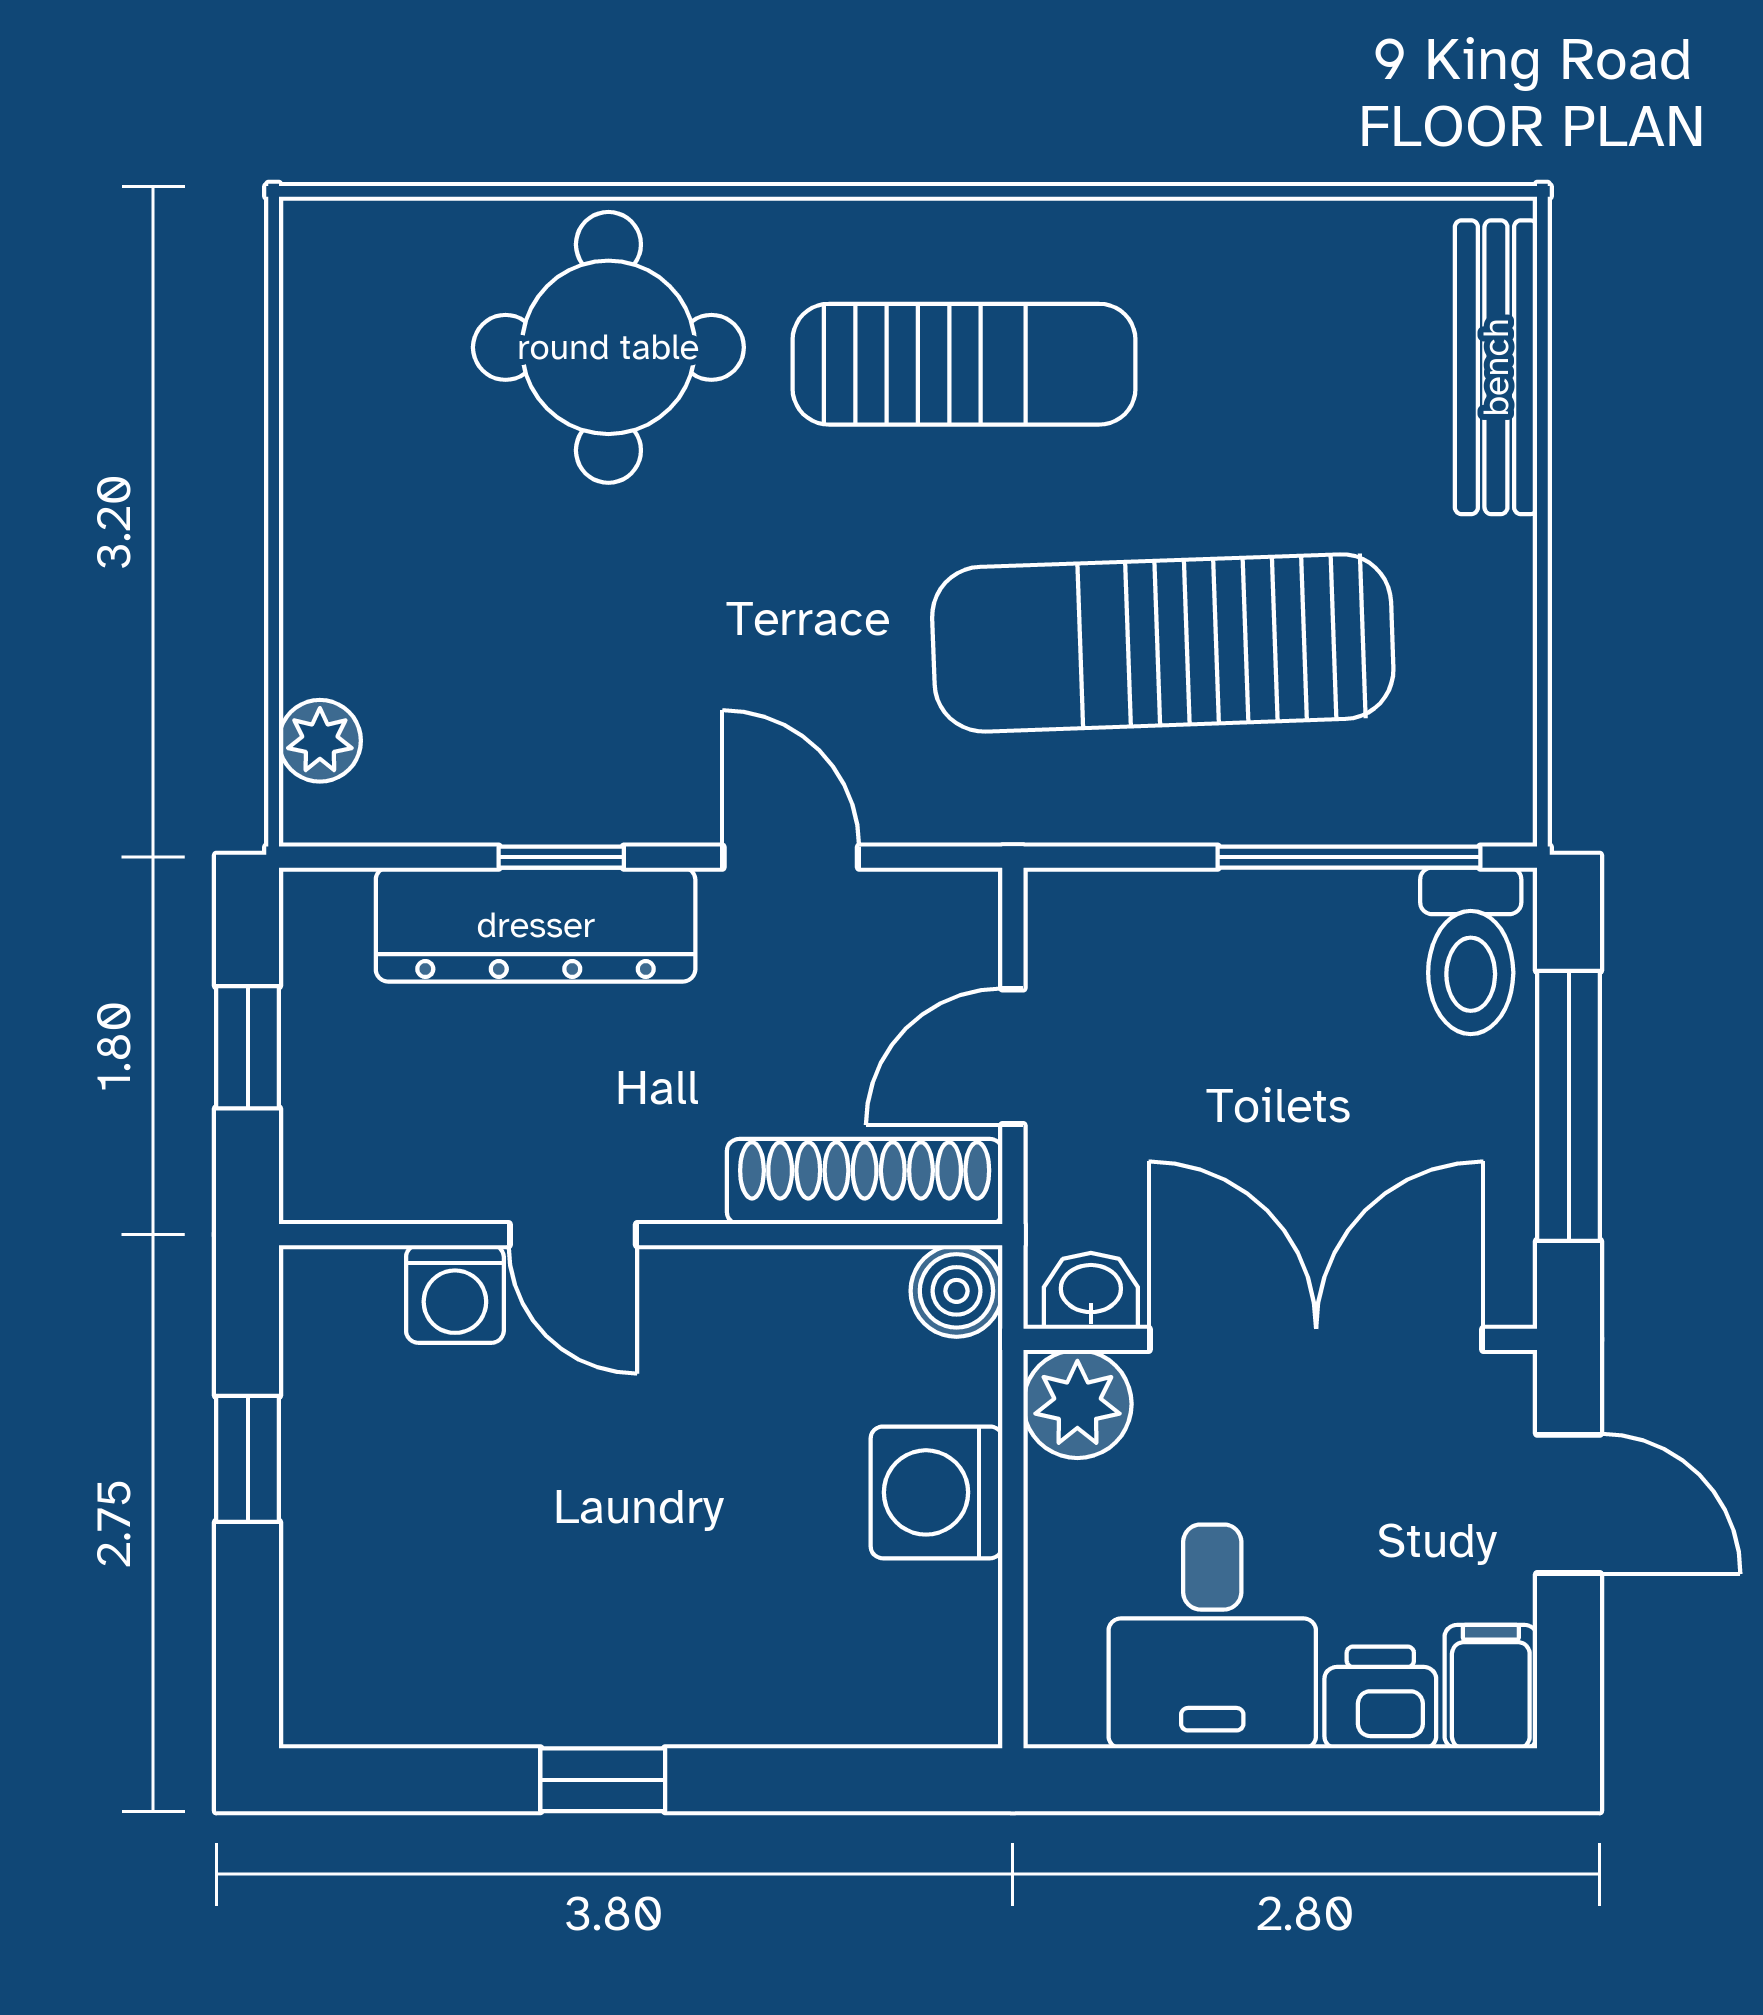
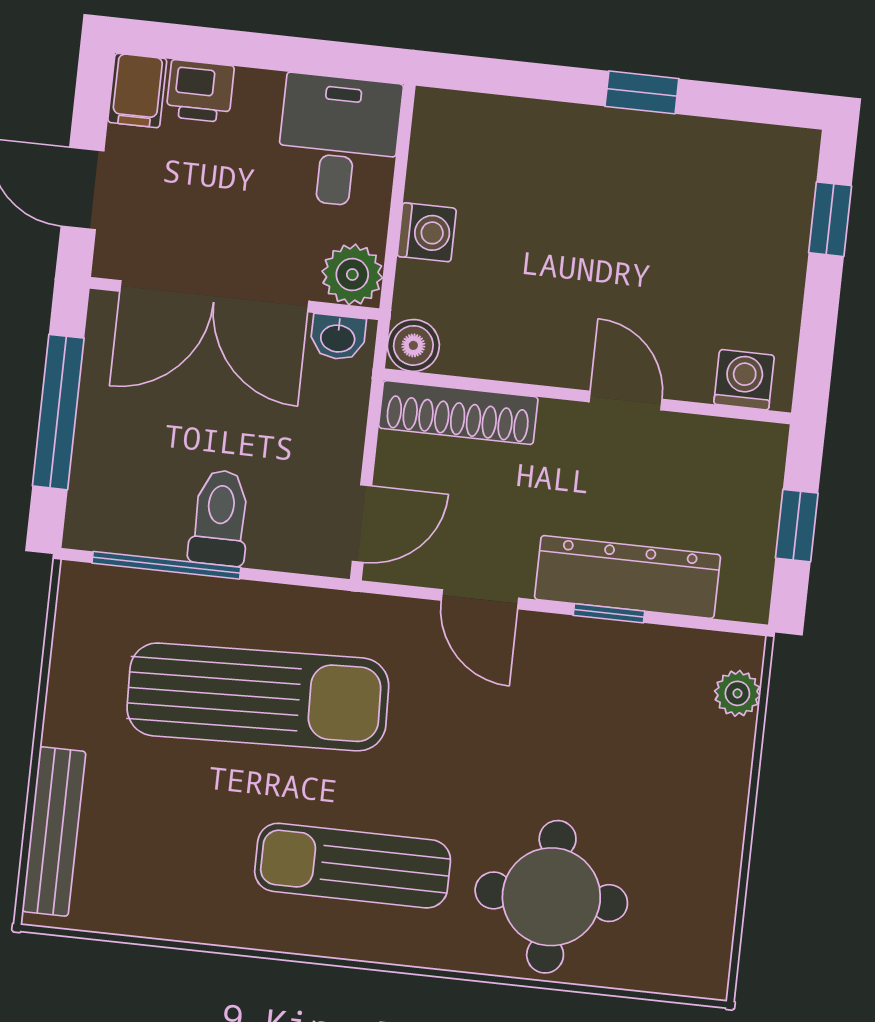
toilet: (1471, 951) -> (220, 518), moved
door: (1013, 1057) -> (362, 524), moved
washing machine: (455, 1294) -> (744, 380), moved
window: (248, 1459) -> (830, 219), moved
washing machine: (936, 1492) -> (427, 232), width x0.73, depth x0.73
desk: (1212, 1636) -> (339, 141), moved

